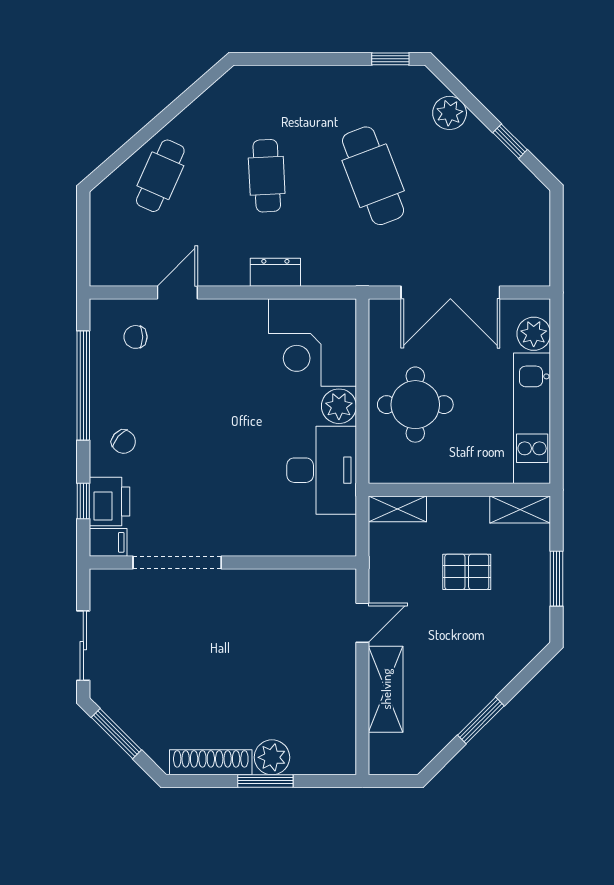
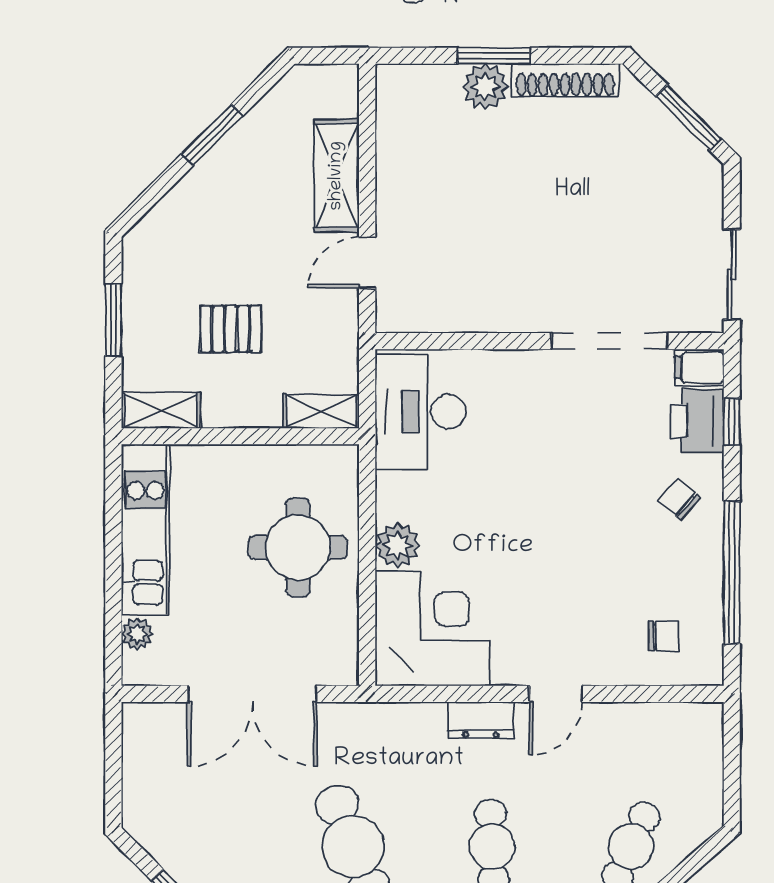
door: (177, 293) -> (556, 694), moved
double door: (450, 293) -> (252, 694), swing flipped
plant: (534, 334) -> (137, 634), width x0.73, depth x0.73
desk: (322, 470) -> (420, 412), moved
sliding door: (83, 646) -> (732, 274), moved

